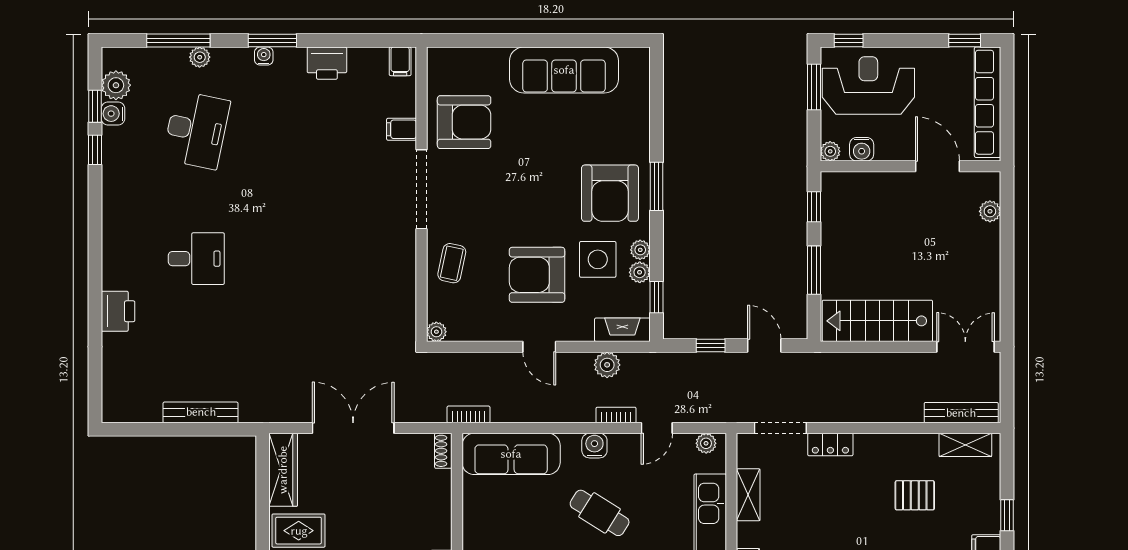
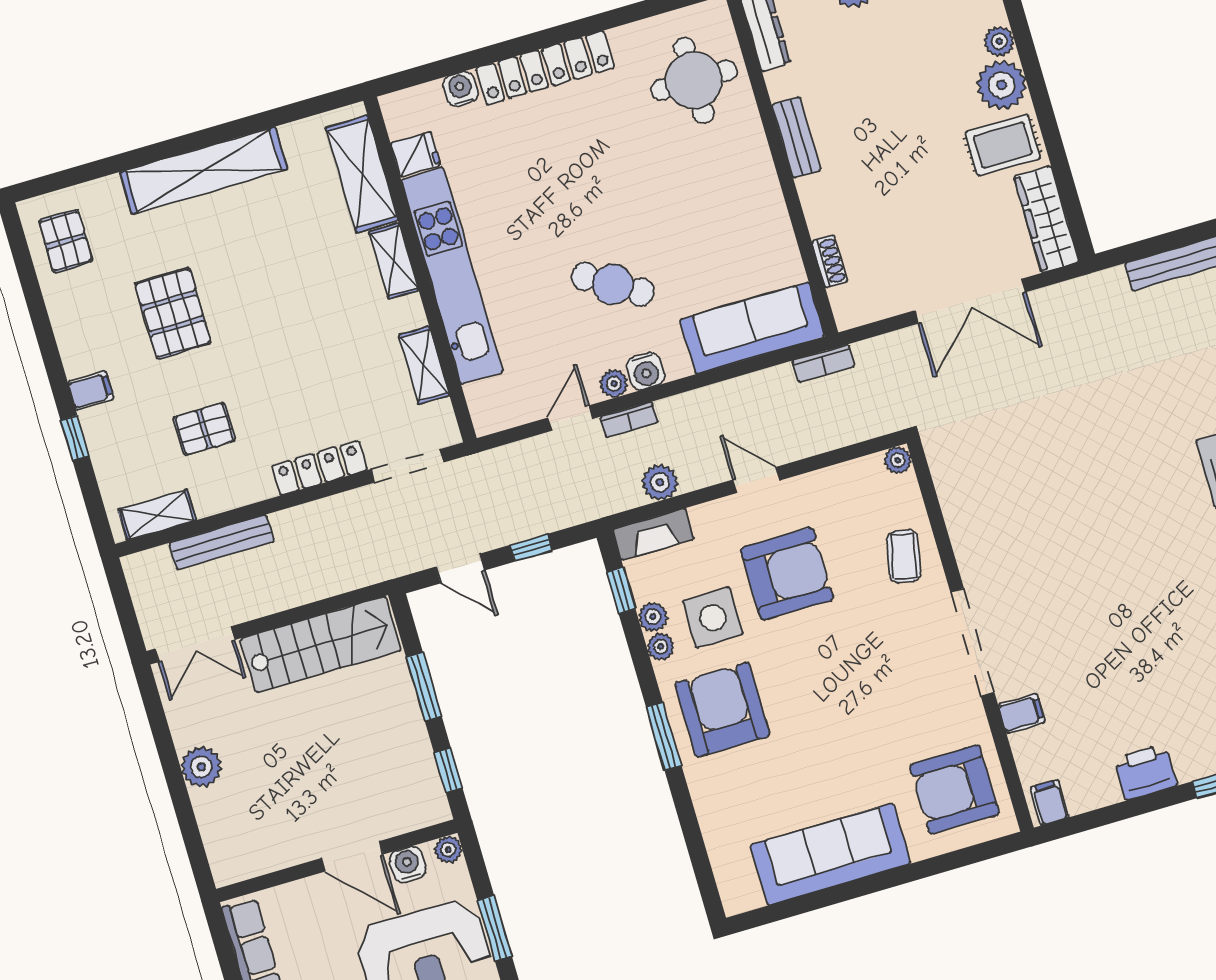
armchair: (464, 122) -> (954, 789), moved
door: (937, 166) -> (352, 856), moved
plant: (990, 211) -> (201, 767), moved, width x1.38, depth x1.38
bench: (961, 413) -> (222, 542), moved
plant: (706, 443) -> (614, 384), moved
locker: (830, 444) -> (319, 468), width x1.53
shoe rack: (443, 451) -> (830, 261), moved

